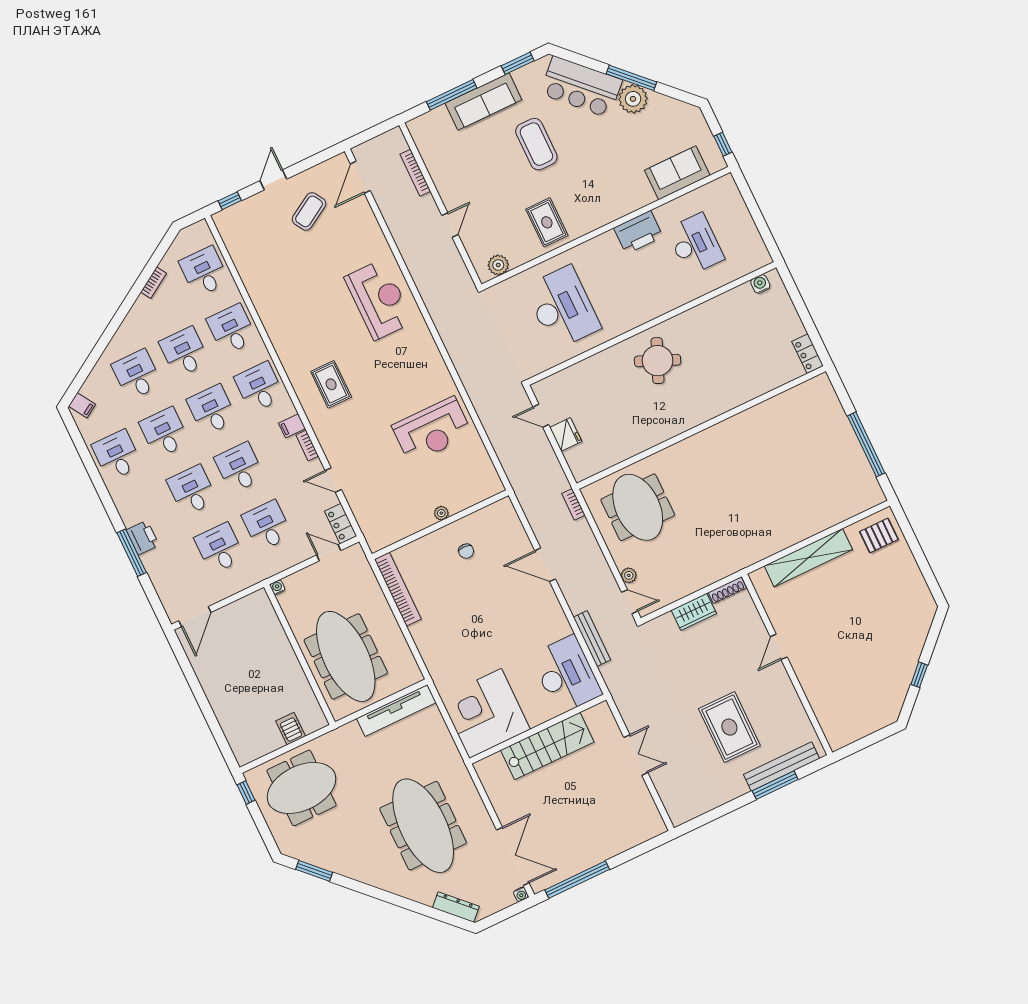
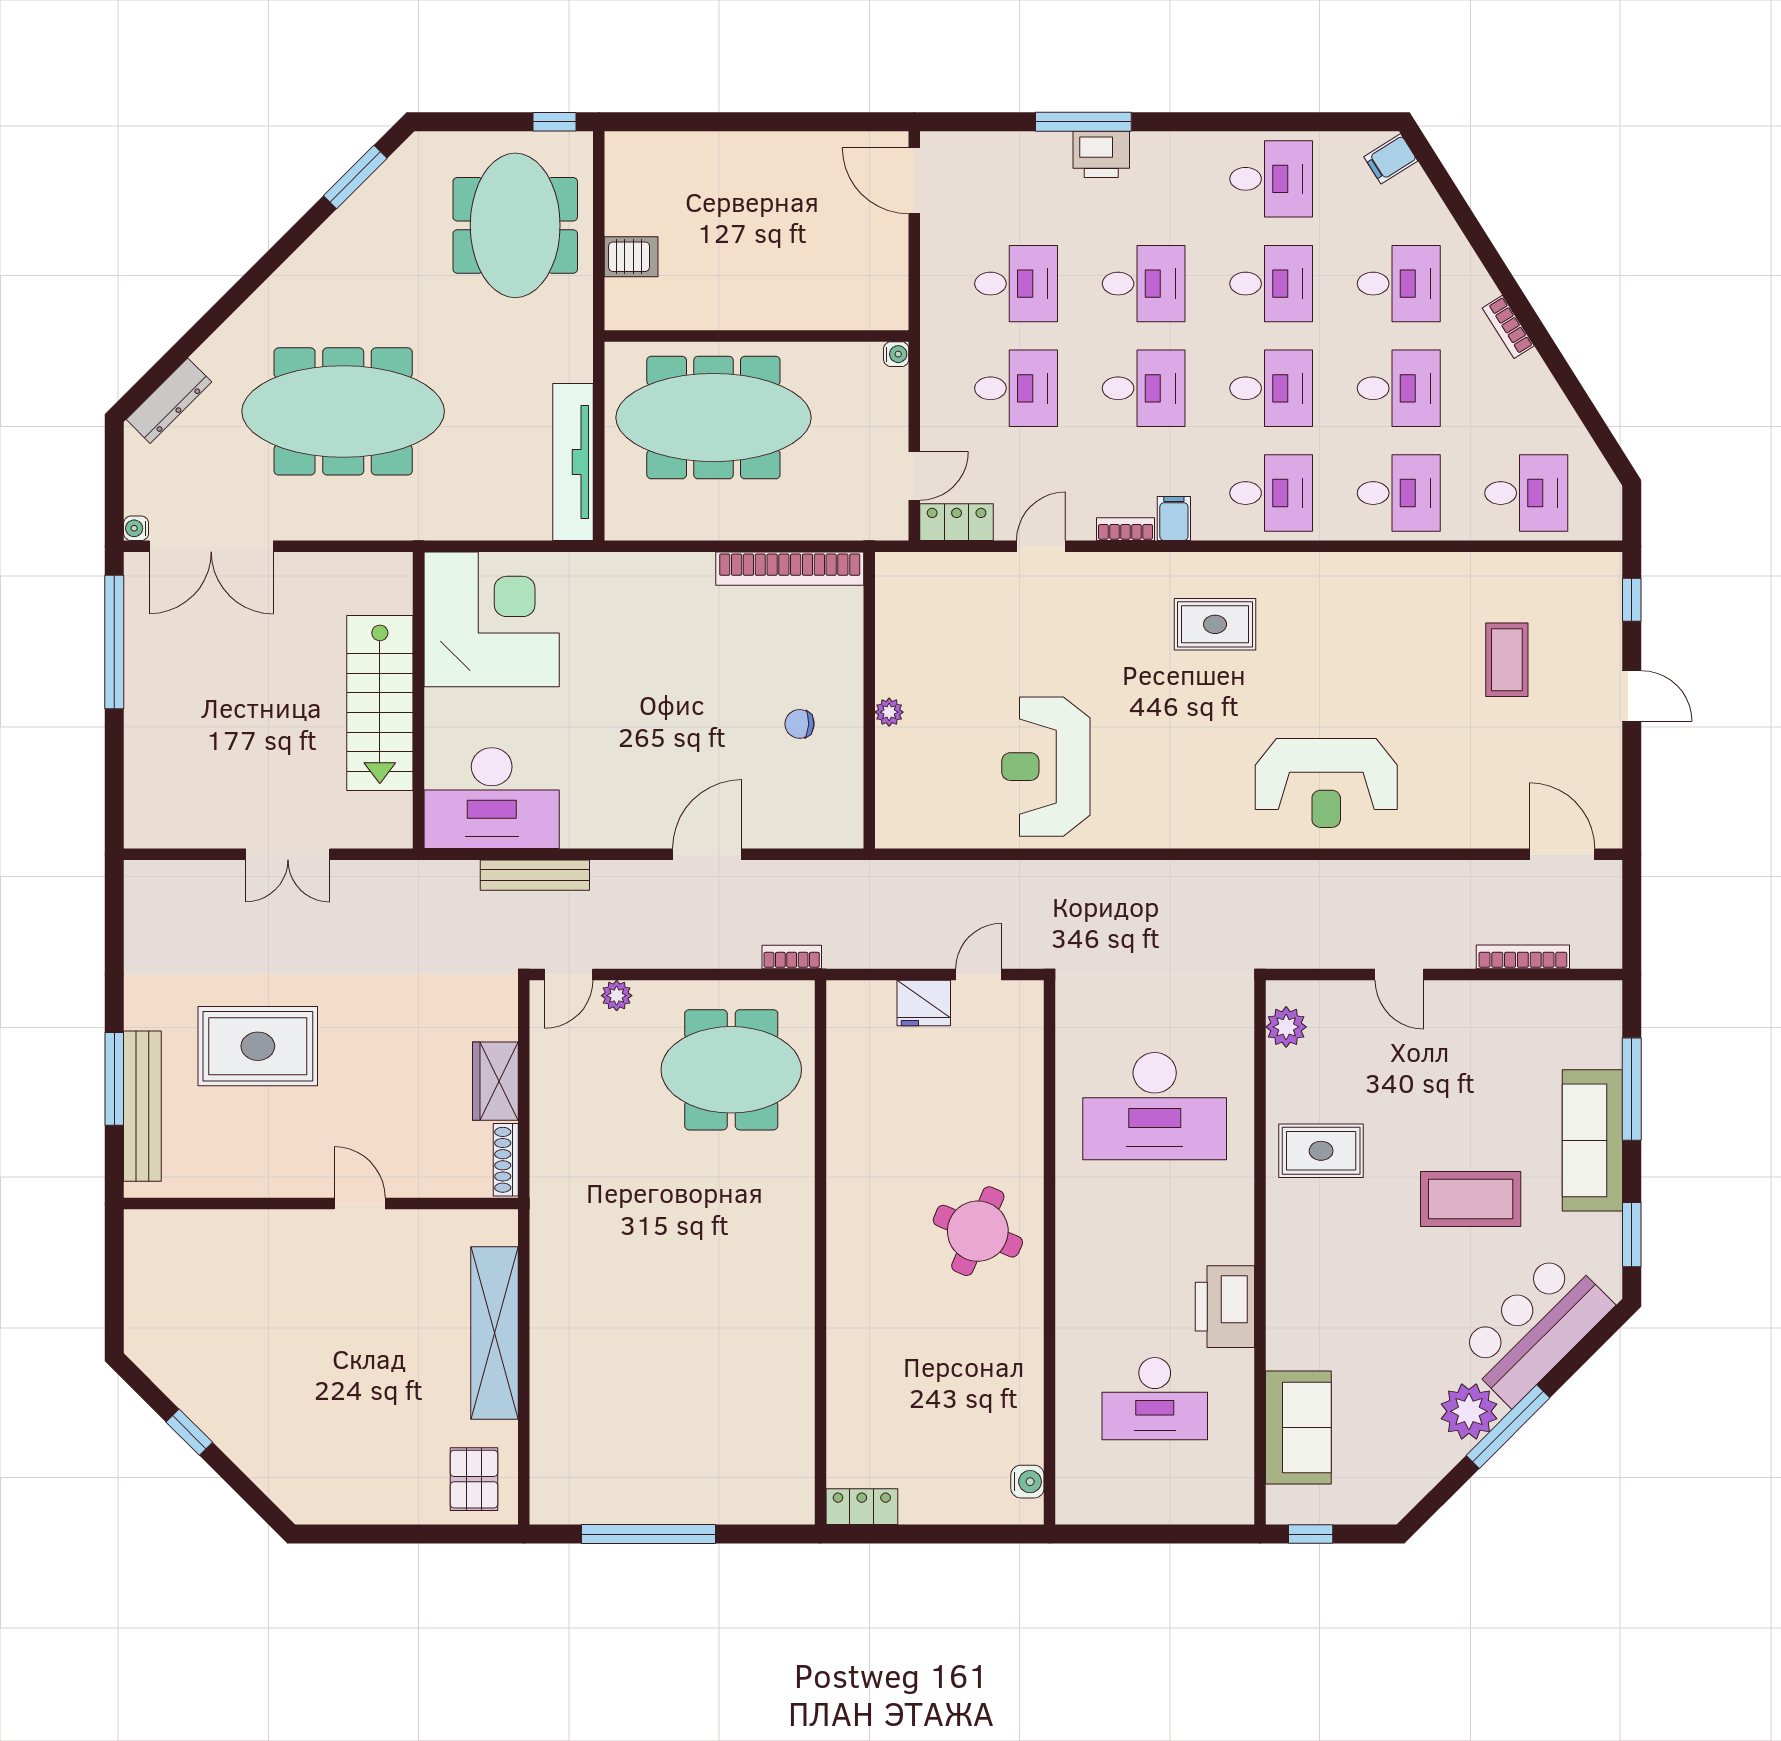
coffee table: (309, 211) -> (1507, 660), moved, turned 31
bookcase: (154, 283) -> (1508, 327), moved

